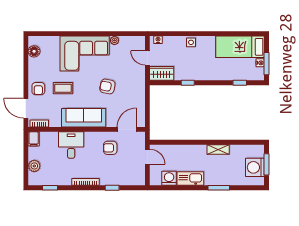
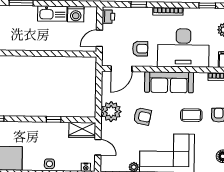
plant: (136, 90) -> (111, 112), added
desk: (71, 145) -> (183, 48), width x1.87, depth x1.30
shelving: (218, 150) -> (21, 45), removed
door: (147, 157) -> (99, 38), hinge flipped
printer: (139, 176) -> (108, 17), added

